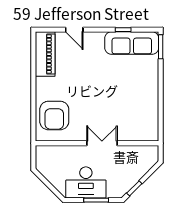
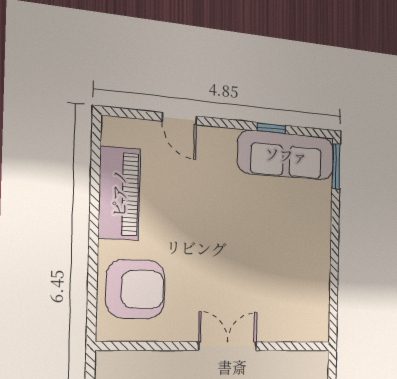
piano: (45, 54) -> (119, 193), moved
armchair: (54, 115) -> (136, 289), turned -90

